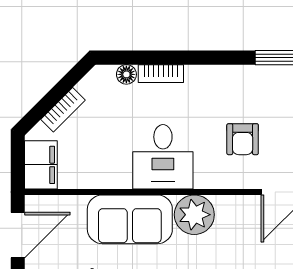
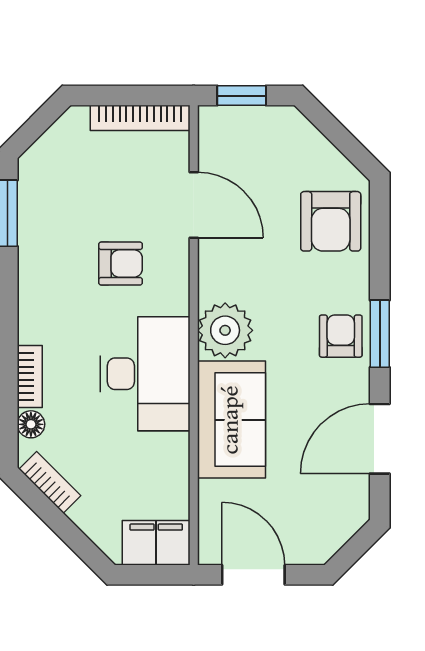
bookcase: (63, 110) -> (50, 482), moved
desk: (163, 157) -> (145, 374), width x1.37

